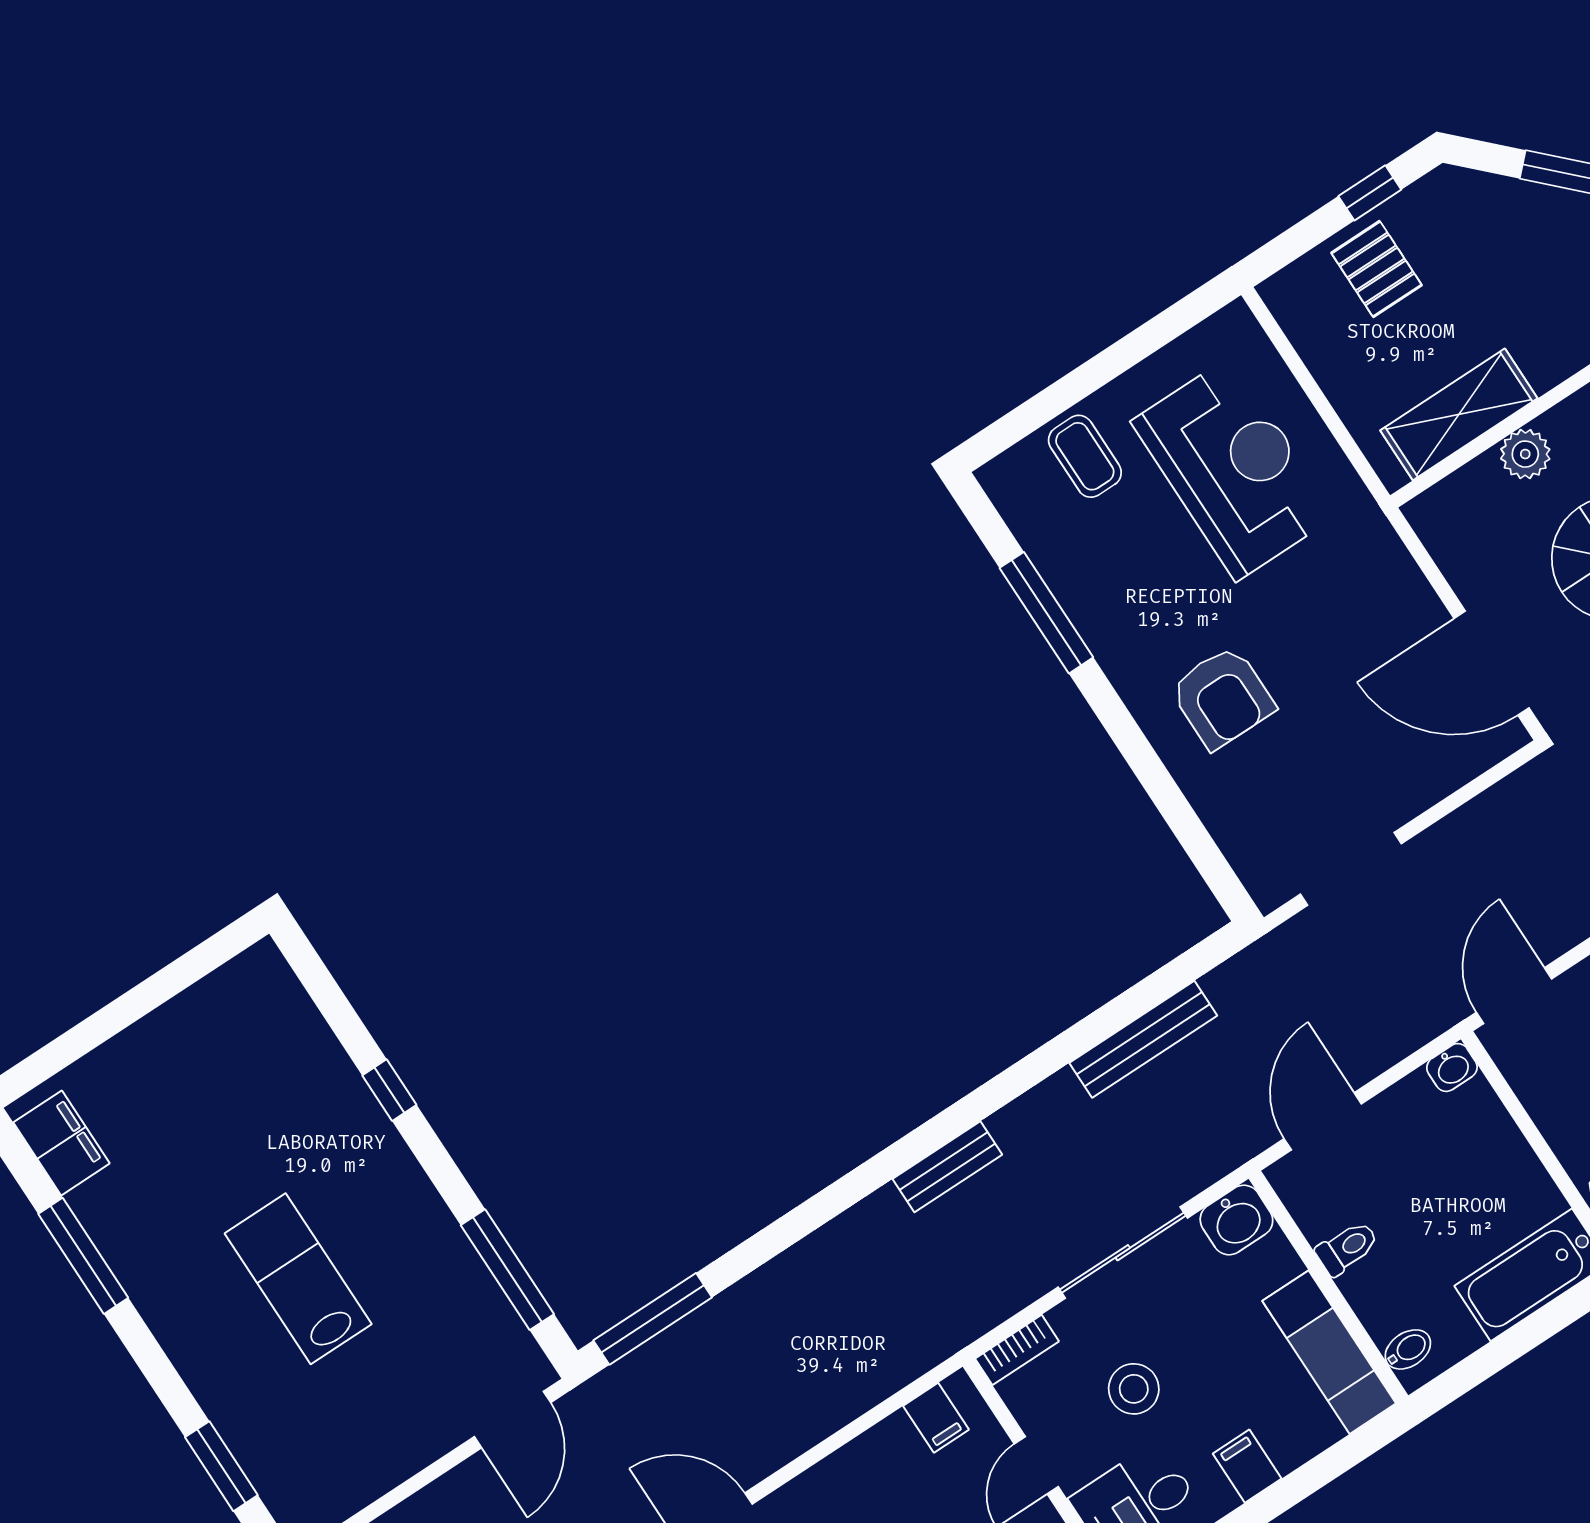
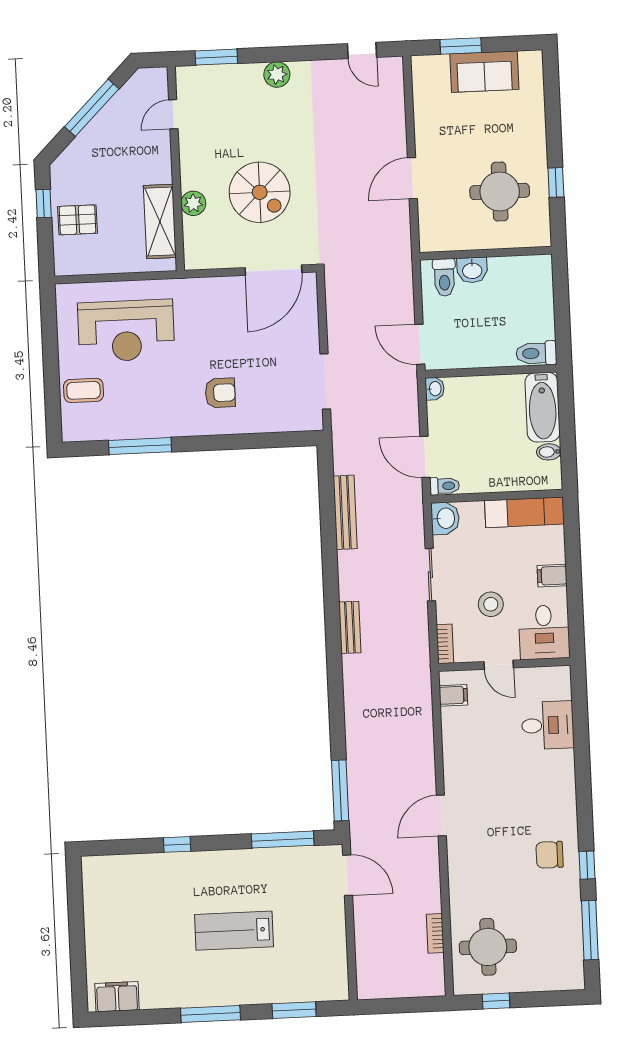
reception desk: (1233, 469) -> (126, 331), turned 180
armchair: (1222, 697) -> (220, 393), width x0.72, depth x0.72
toilet: (1347, 1248) -> (445, 486), moved, turned 90
sliding door: (1123, 1253) -> (430, 575), width x0.73
window: (83, 1256) -> (211, 1014), moved
bidet: (1408, 1349) -> (549, 452), moved, turned -90

